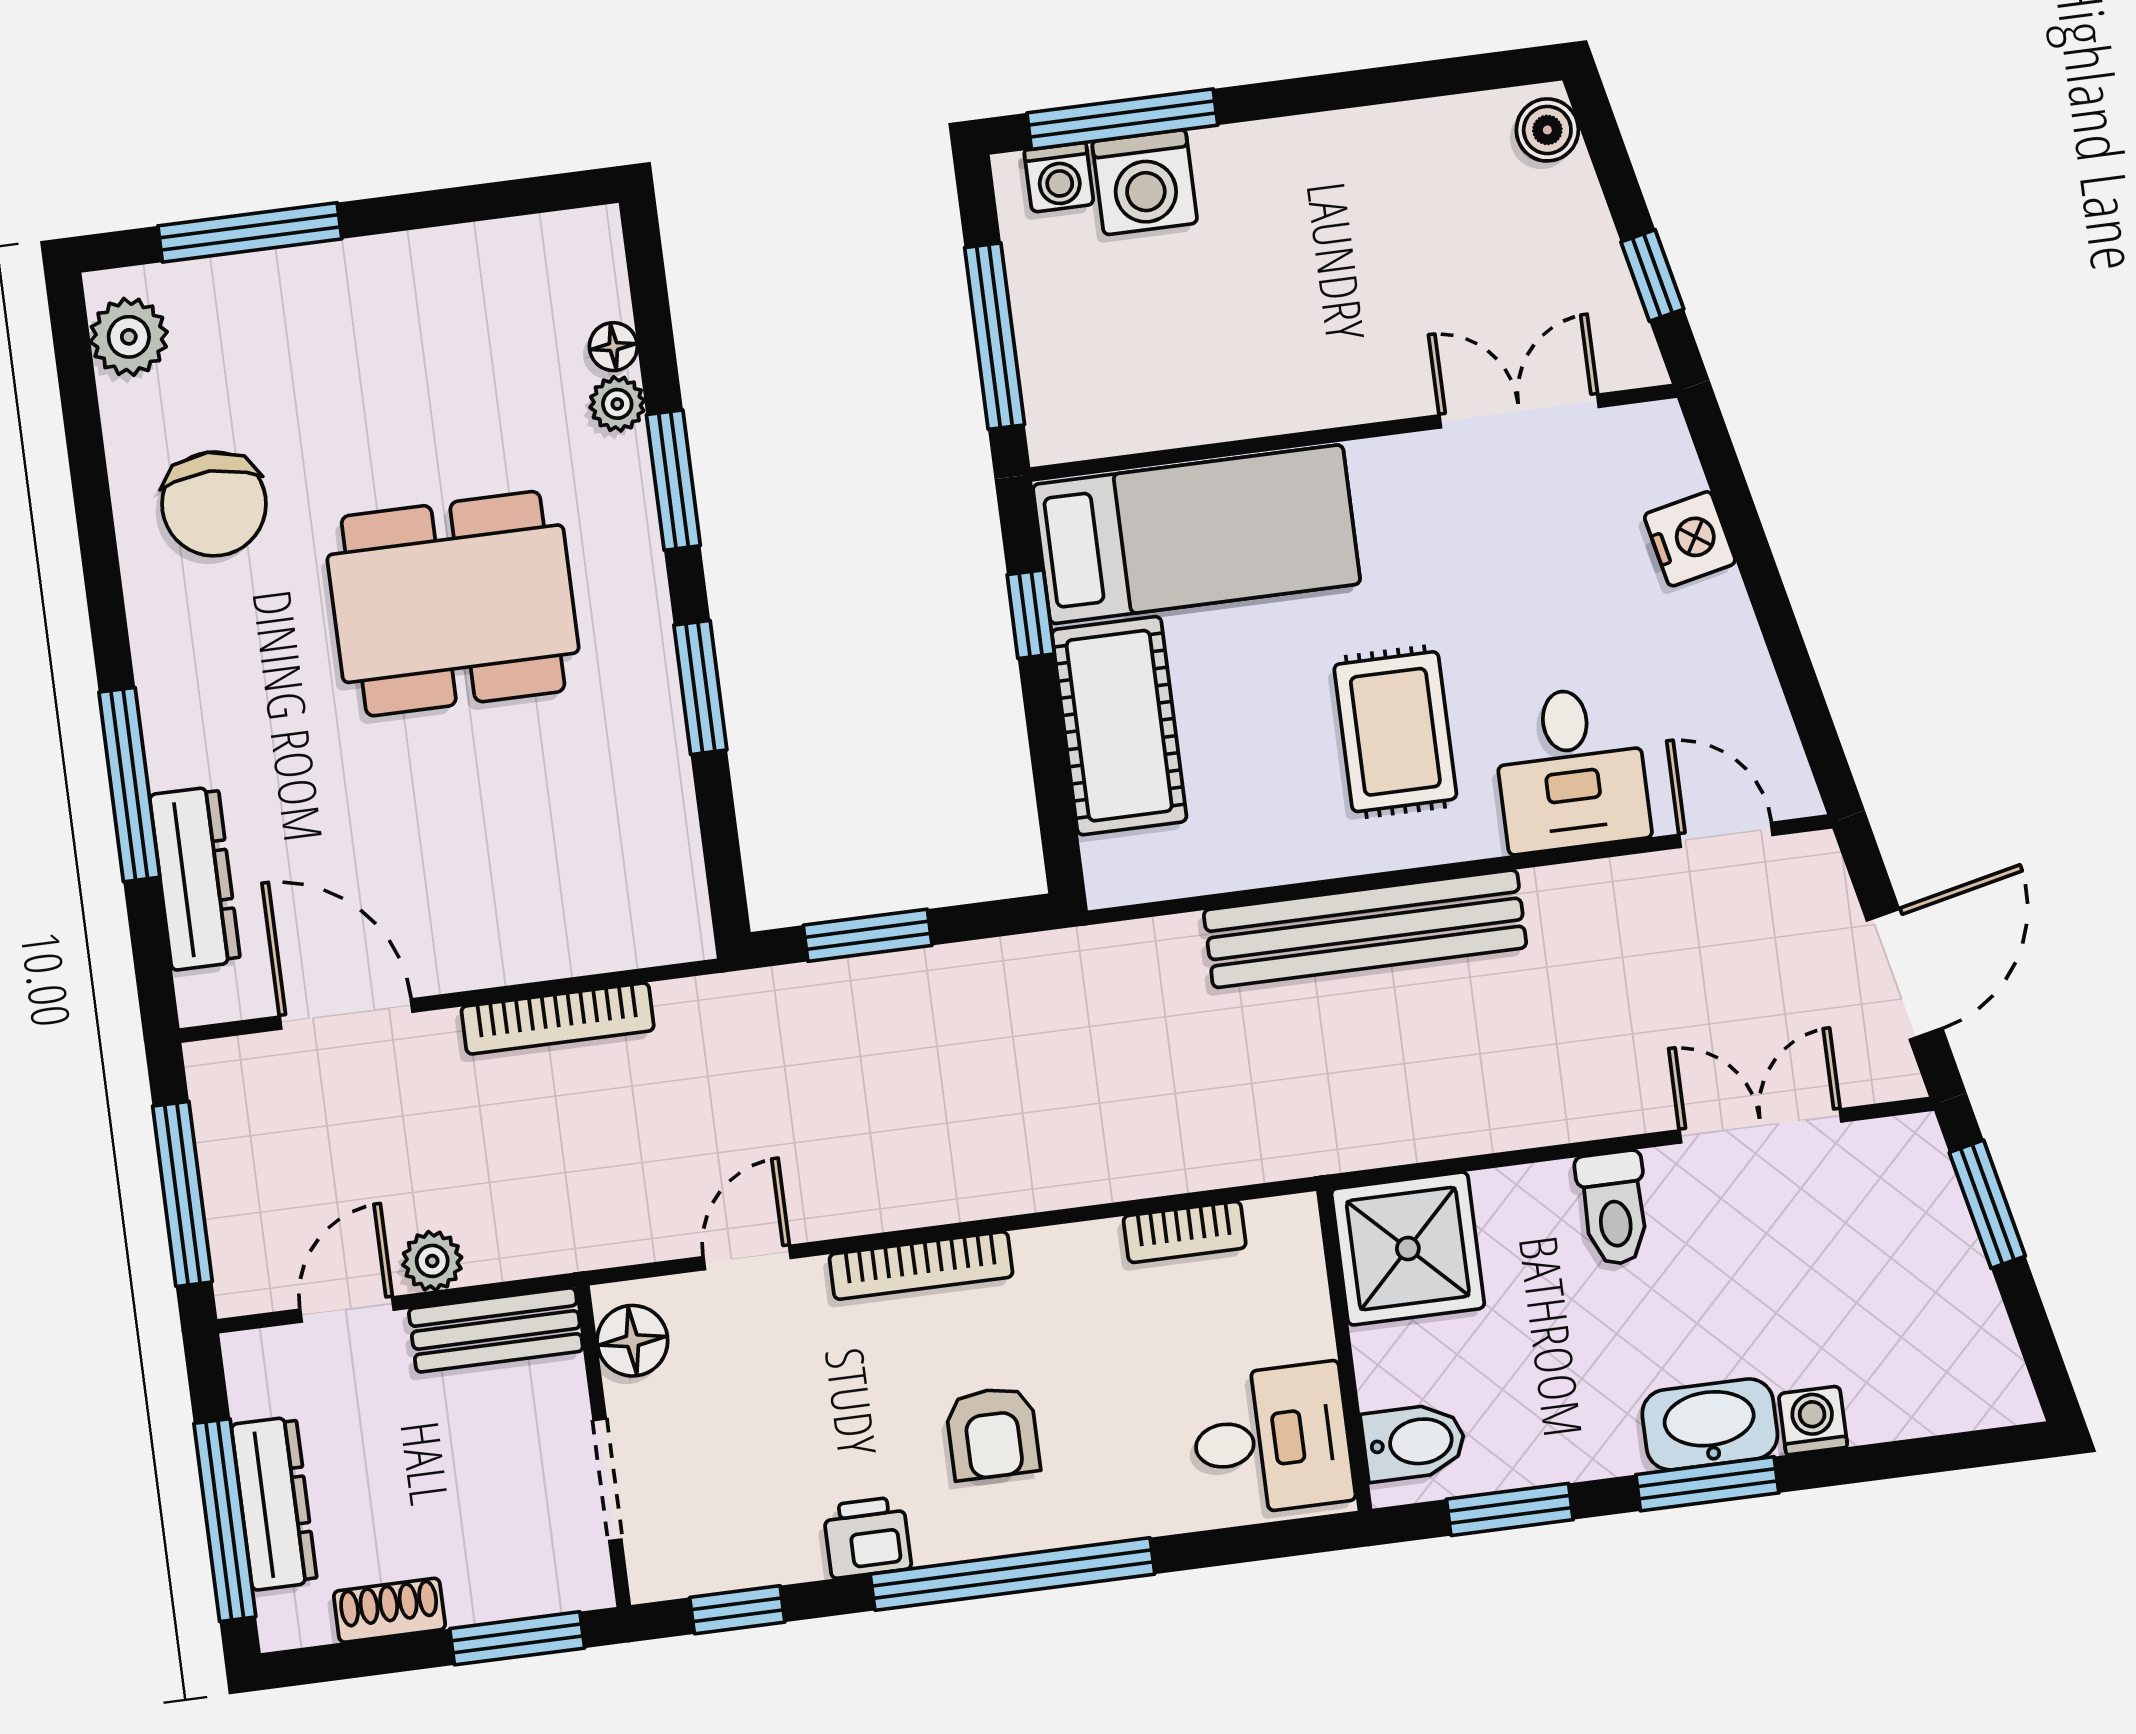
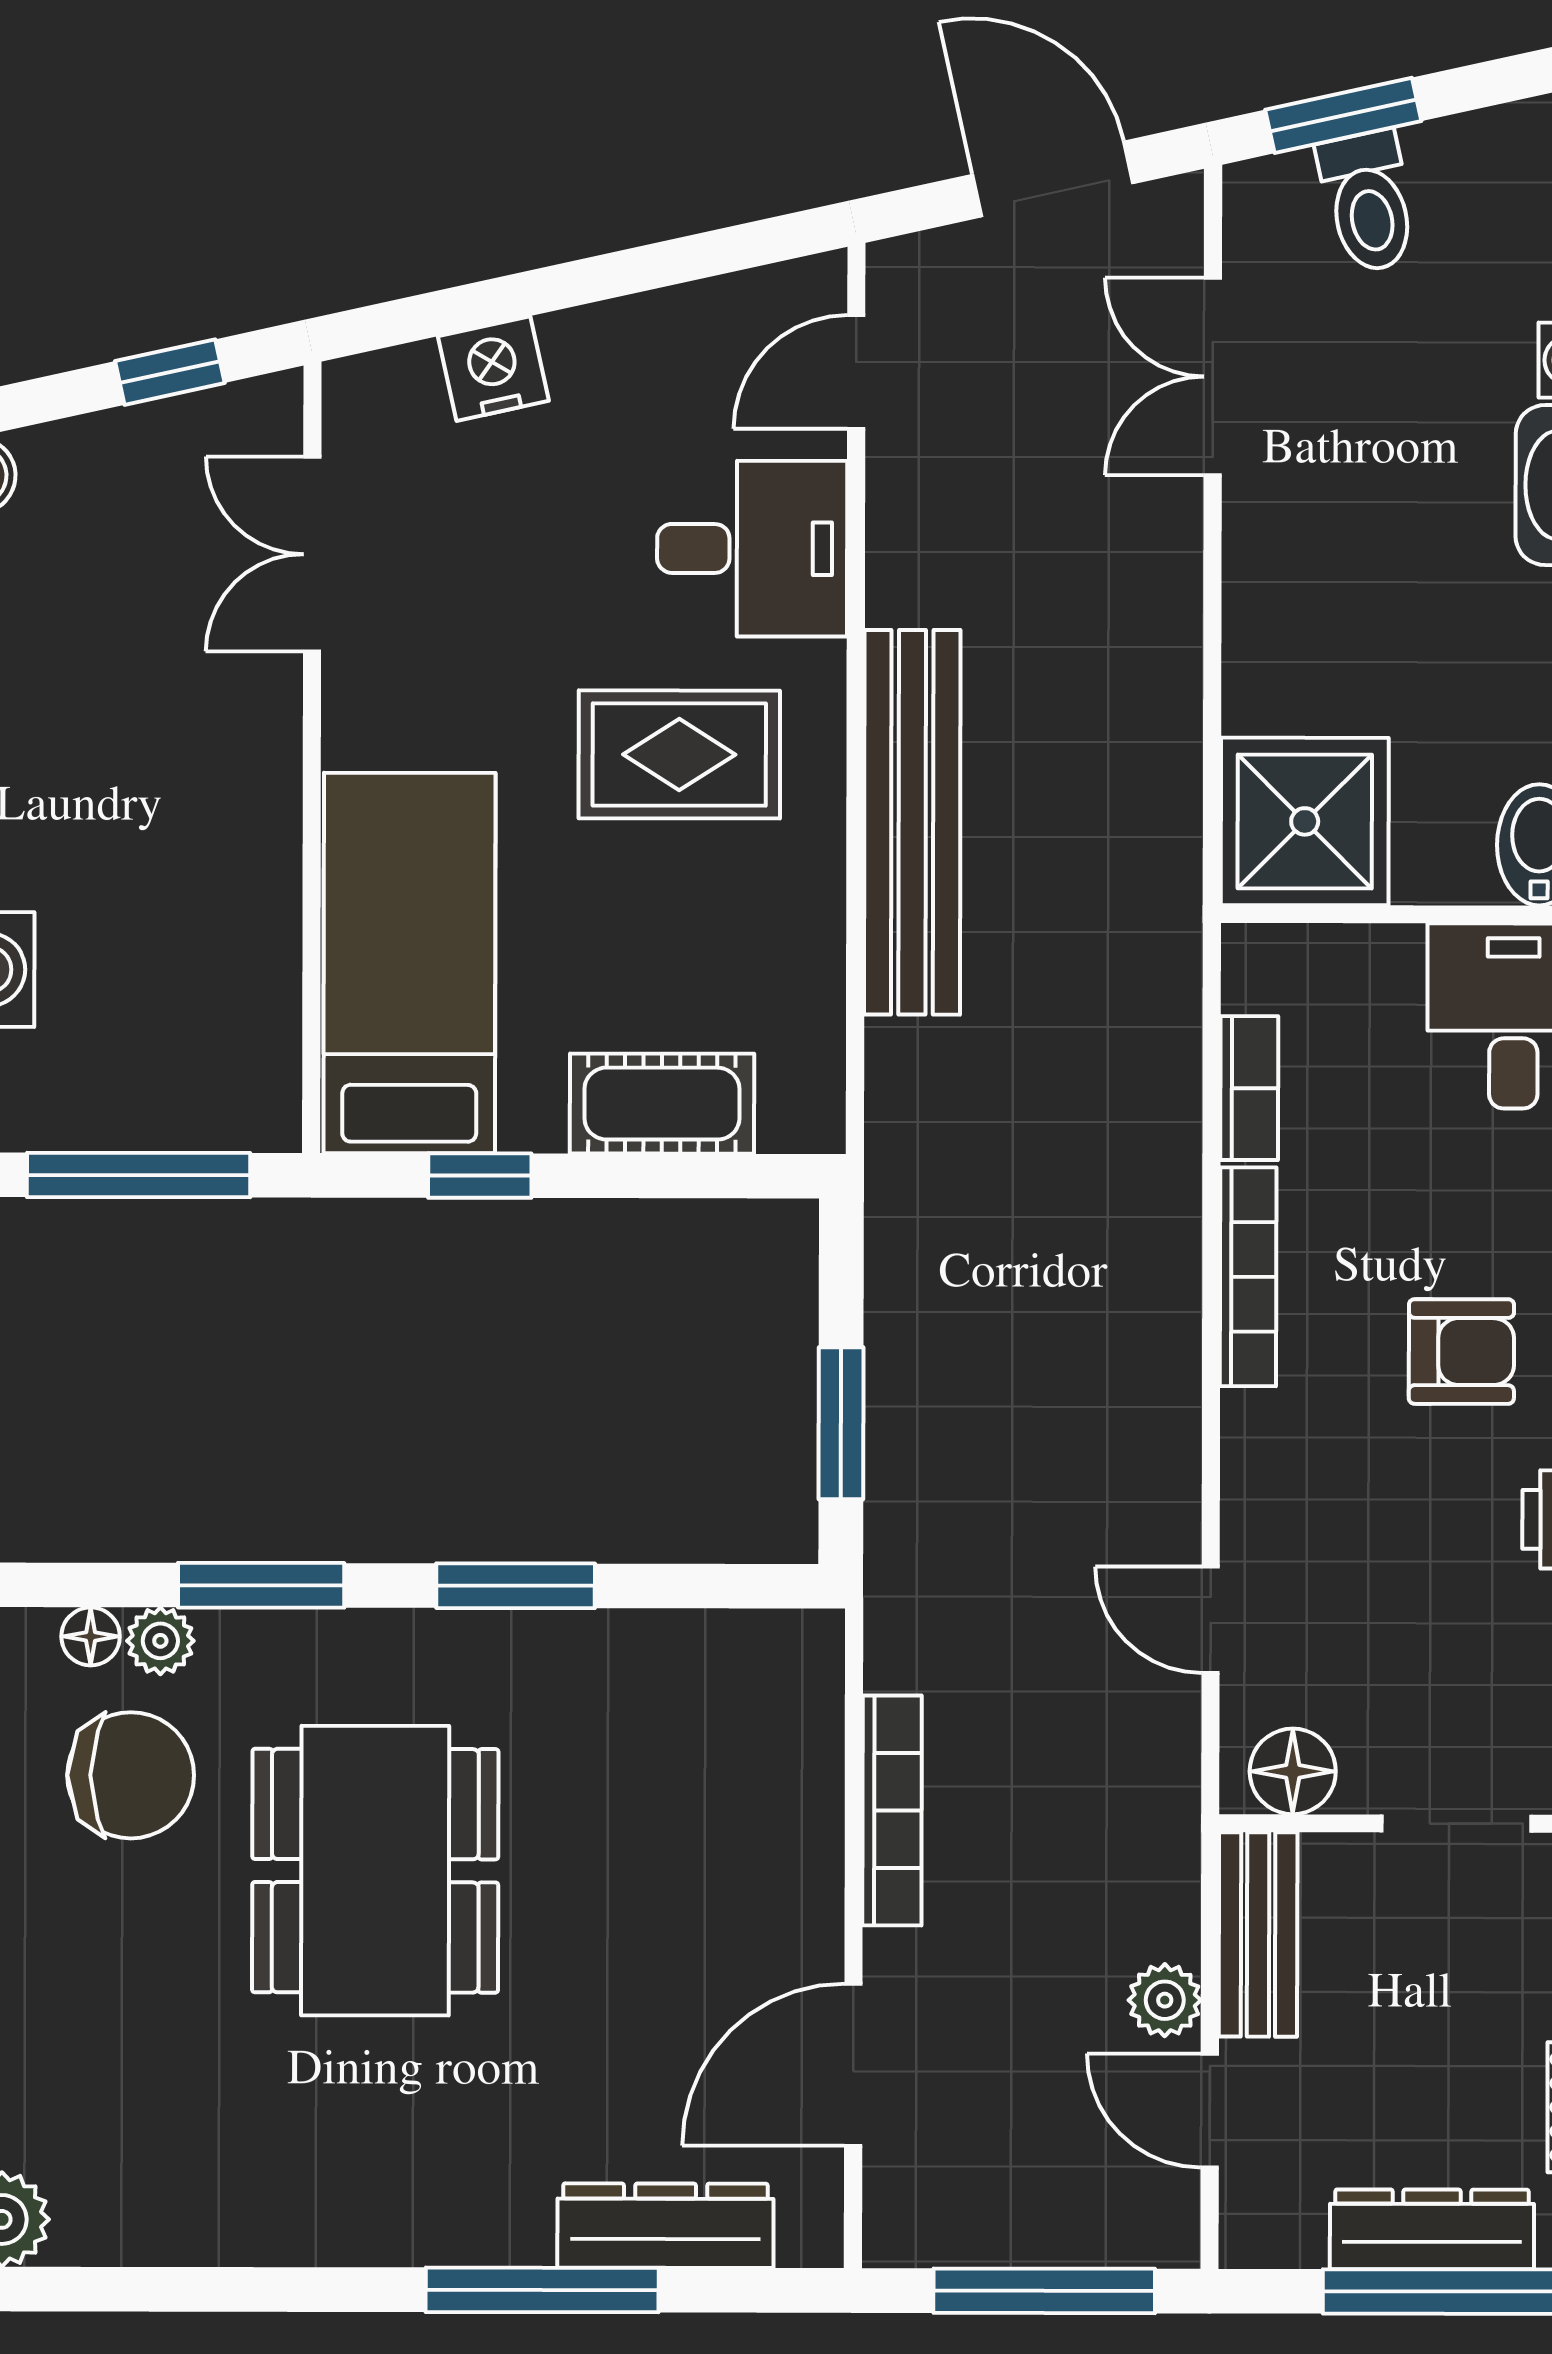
chair: (214, 504) -> (131, 1775), moved
cot: (1119, 726) -> (662, 1104), width x0.73, depth x0.75
toilet: (1614, 1208) -> (1368, 202), moved, turned 78
bookcase: (921, 1266) -> (1248, 1277), moved

